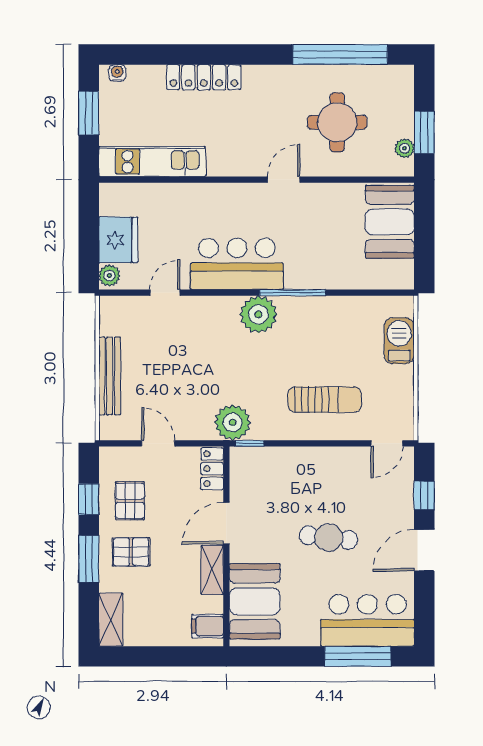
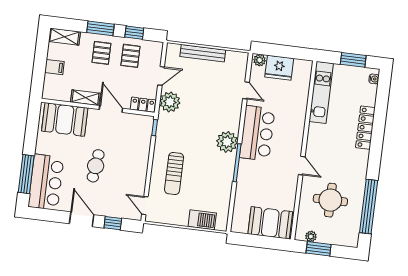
plant: (233, 422) -> (170, 102), moved
pallet: (130, 501) -> (130, 56), turned 90
filing cabinet: (208, 626) -> (54, 67), moved, turned 90

